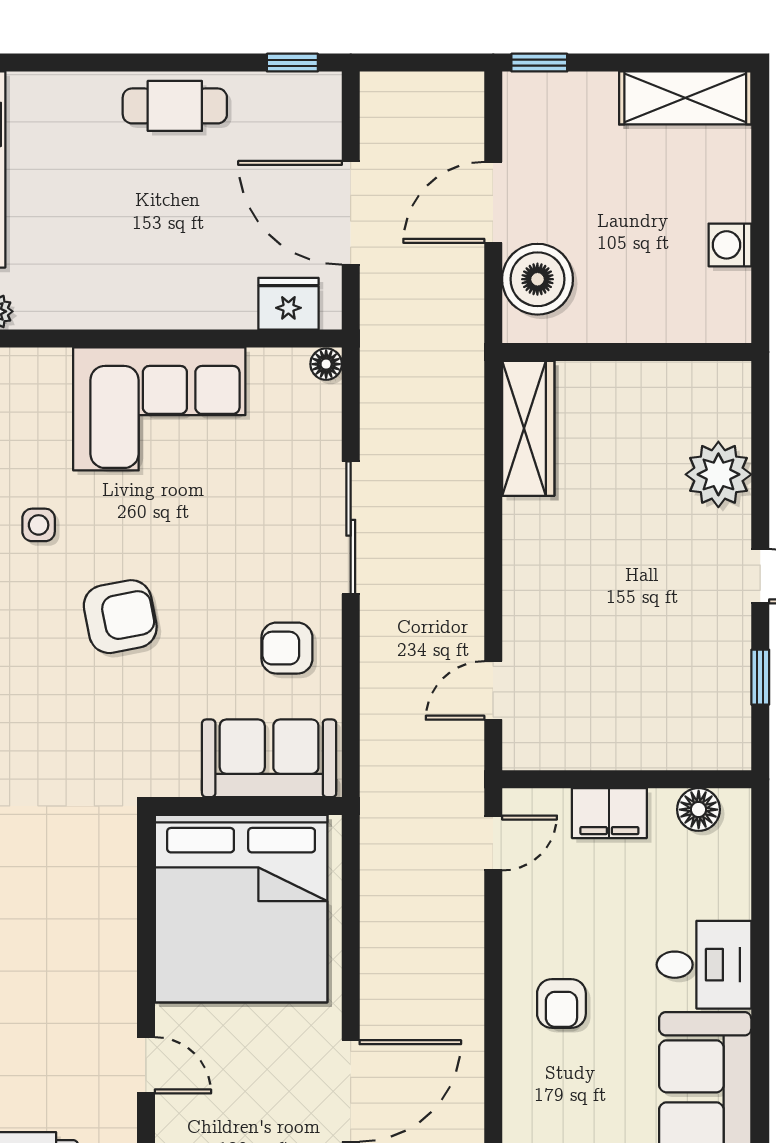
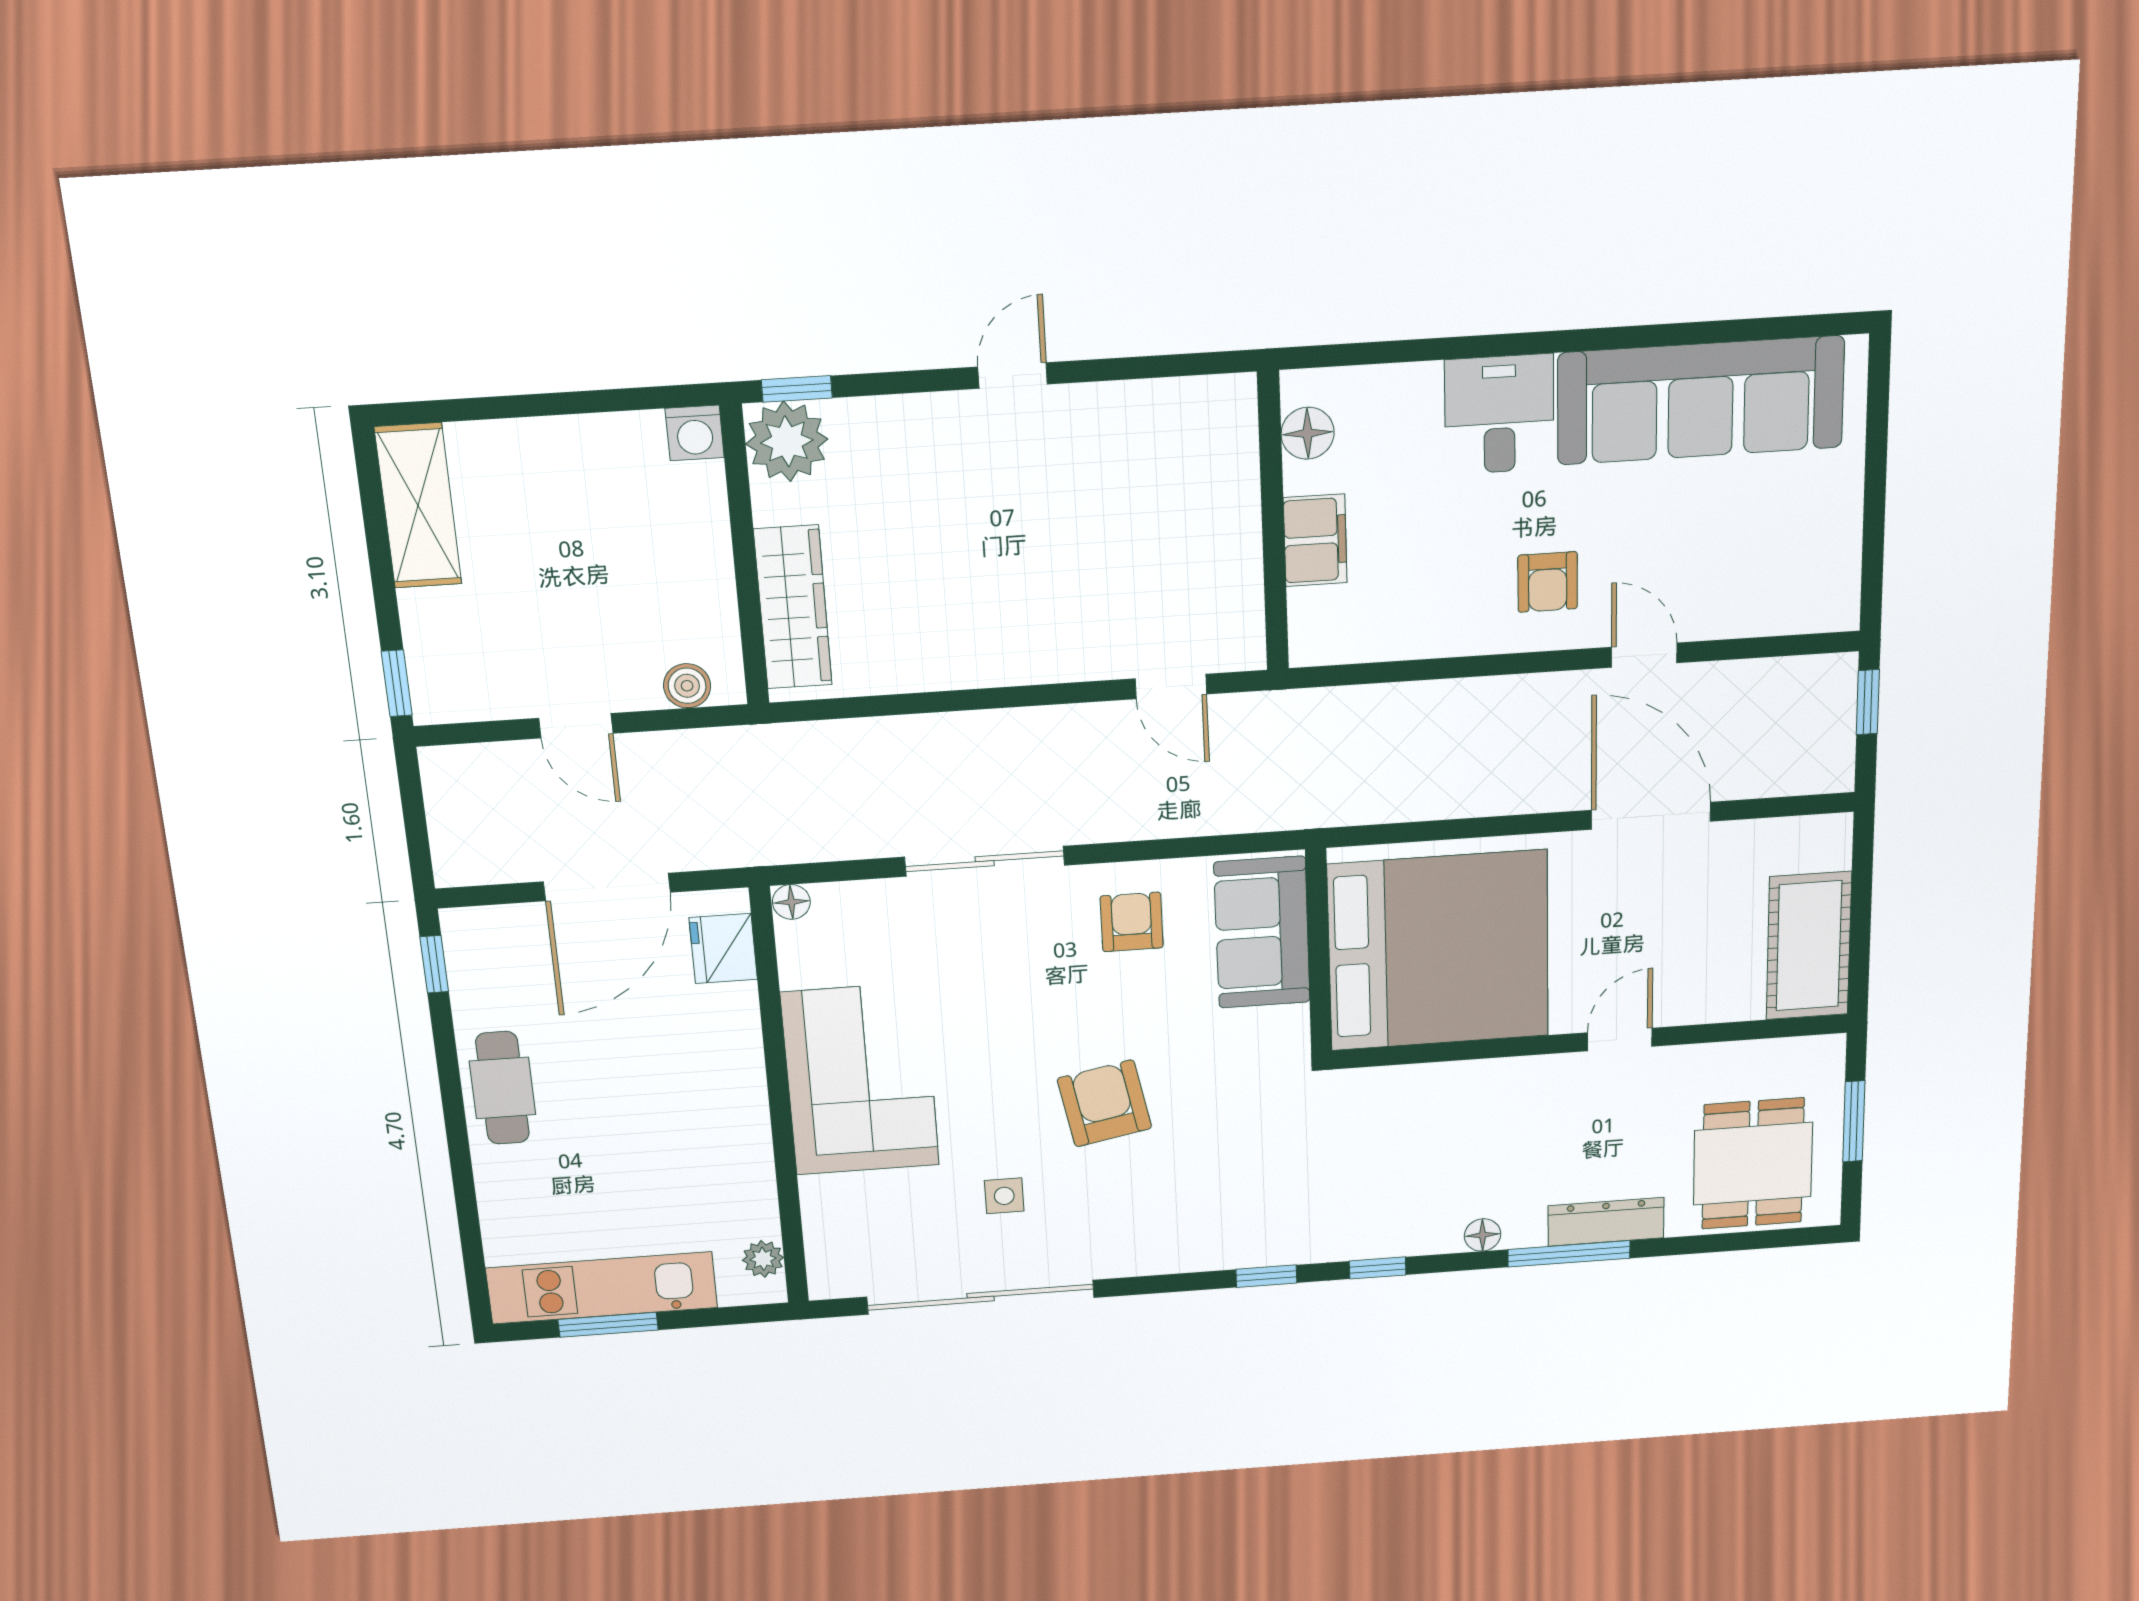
door: (493, 202) -> (576, 726), width x0.73
washing machine: (730, 245) -> (695, 433), moved
boiler: (537, 279) -> (687, 686), width x0.54, depth x0.54
wardrobe: (528, 428) -> (793, 607), moved, turned 90
plant: (718, 474) -> (787, 441), moved
armchair: (287, 648) -> (1132, 922), turned 180
window: (760, 677) -> (797, 389), moved
door: (493, 843) -> (1644, 655), moved
armchair: (561, 1003) -> (1548, 582), turned 90

